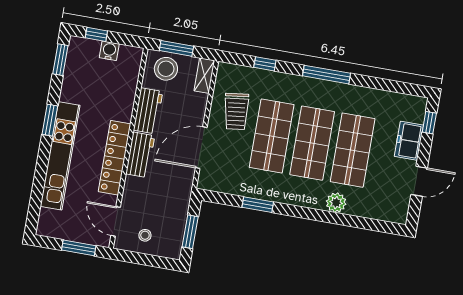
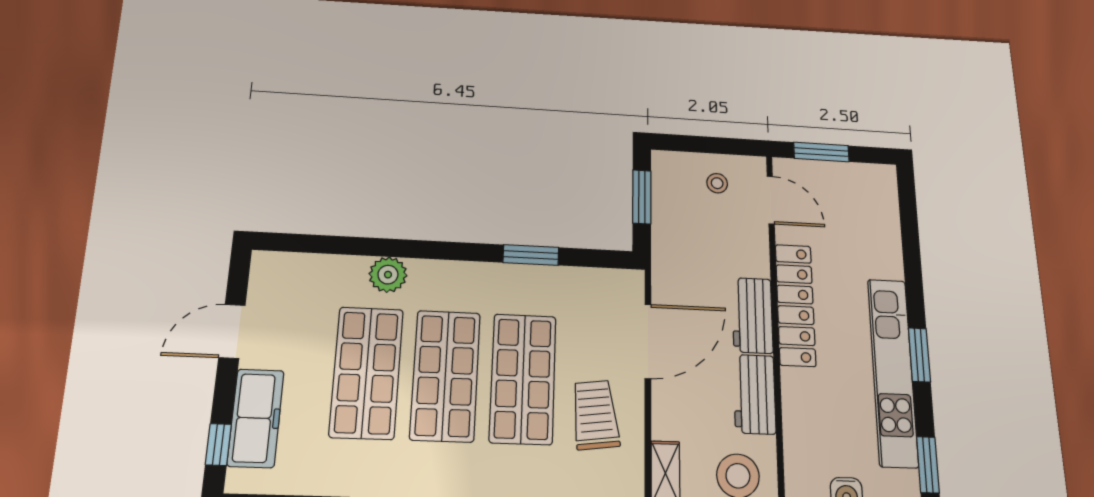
freezer: (409, 141) -> (256, 418), width x1.40
kitchen unit: (60, 156) -> (893, 372), moved

